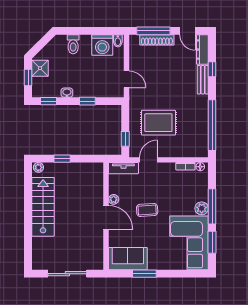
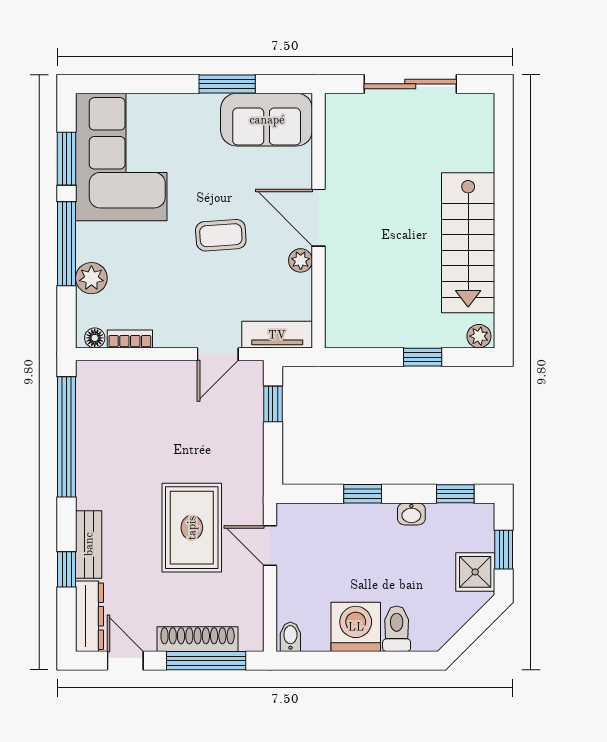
washing machine: (102, 45) -> (356, 627), moved
rug: (158, 123) -> (192, 528), moved, turned 90
plant: (202, 208) -> (91, 278), moved

